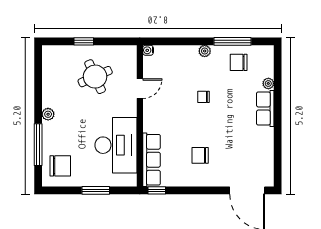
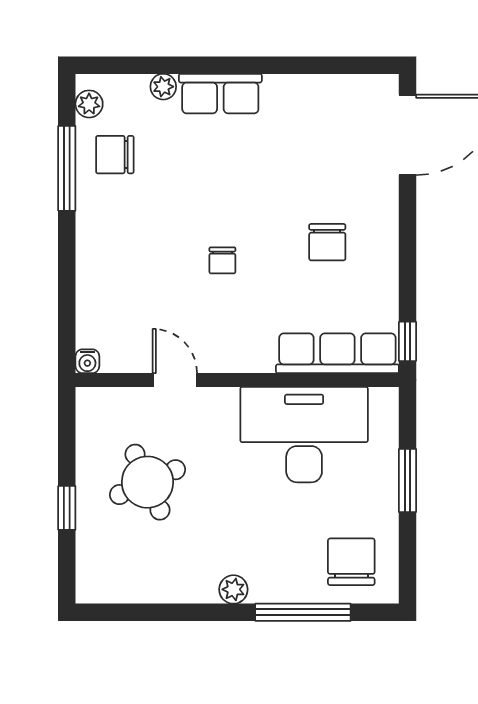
plant: (205, 51) -> (89, 104), moved
chair: (239, 62) -> (115, 155), turned 90
chair: (204, 97) -> (222, 260), moved

